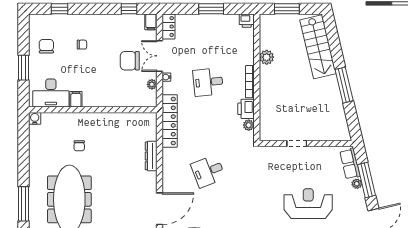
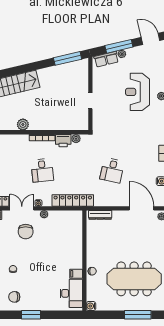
double door: (160, 56) -> (22, 208), swing flipped
window: (344, 85) -> (68, 58), moved
desk: (51, 93) -> (71, 293), moved
filing cabinet: (76, 99) -> (76, 274), moved
wall: (93, 110) -> (84, 261), moved
water cooler: (35, 118) -> (91, 306), moved
desk: (208, 171) -> (112, 170), turned 33

